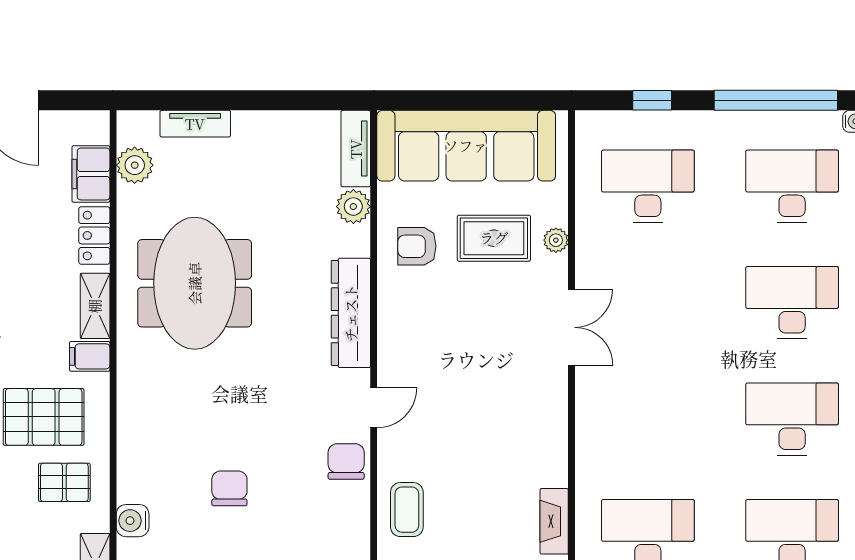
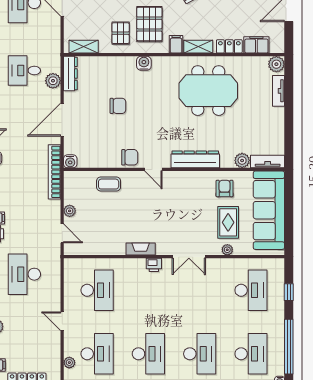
plant: (135, 165) -> (276, 64), moved
printer: (590, 407) -> (154, 265), added
water cooler: (133, 521) -> (144, 63), moved
fireplace: (554, 521) -> (141, 249), moved

